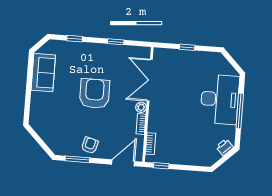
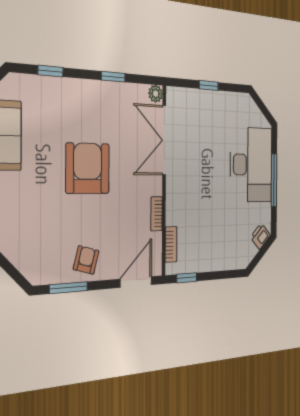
plant: (141, 107) -> (156, 94), moved

